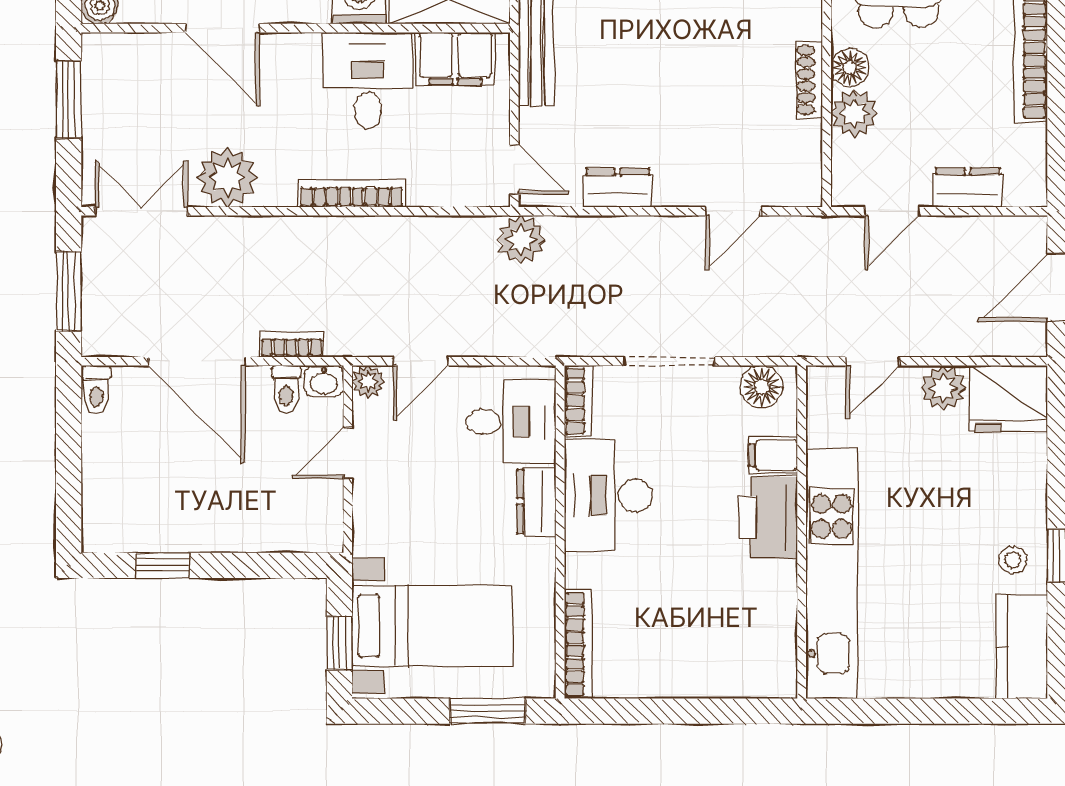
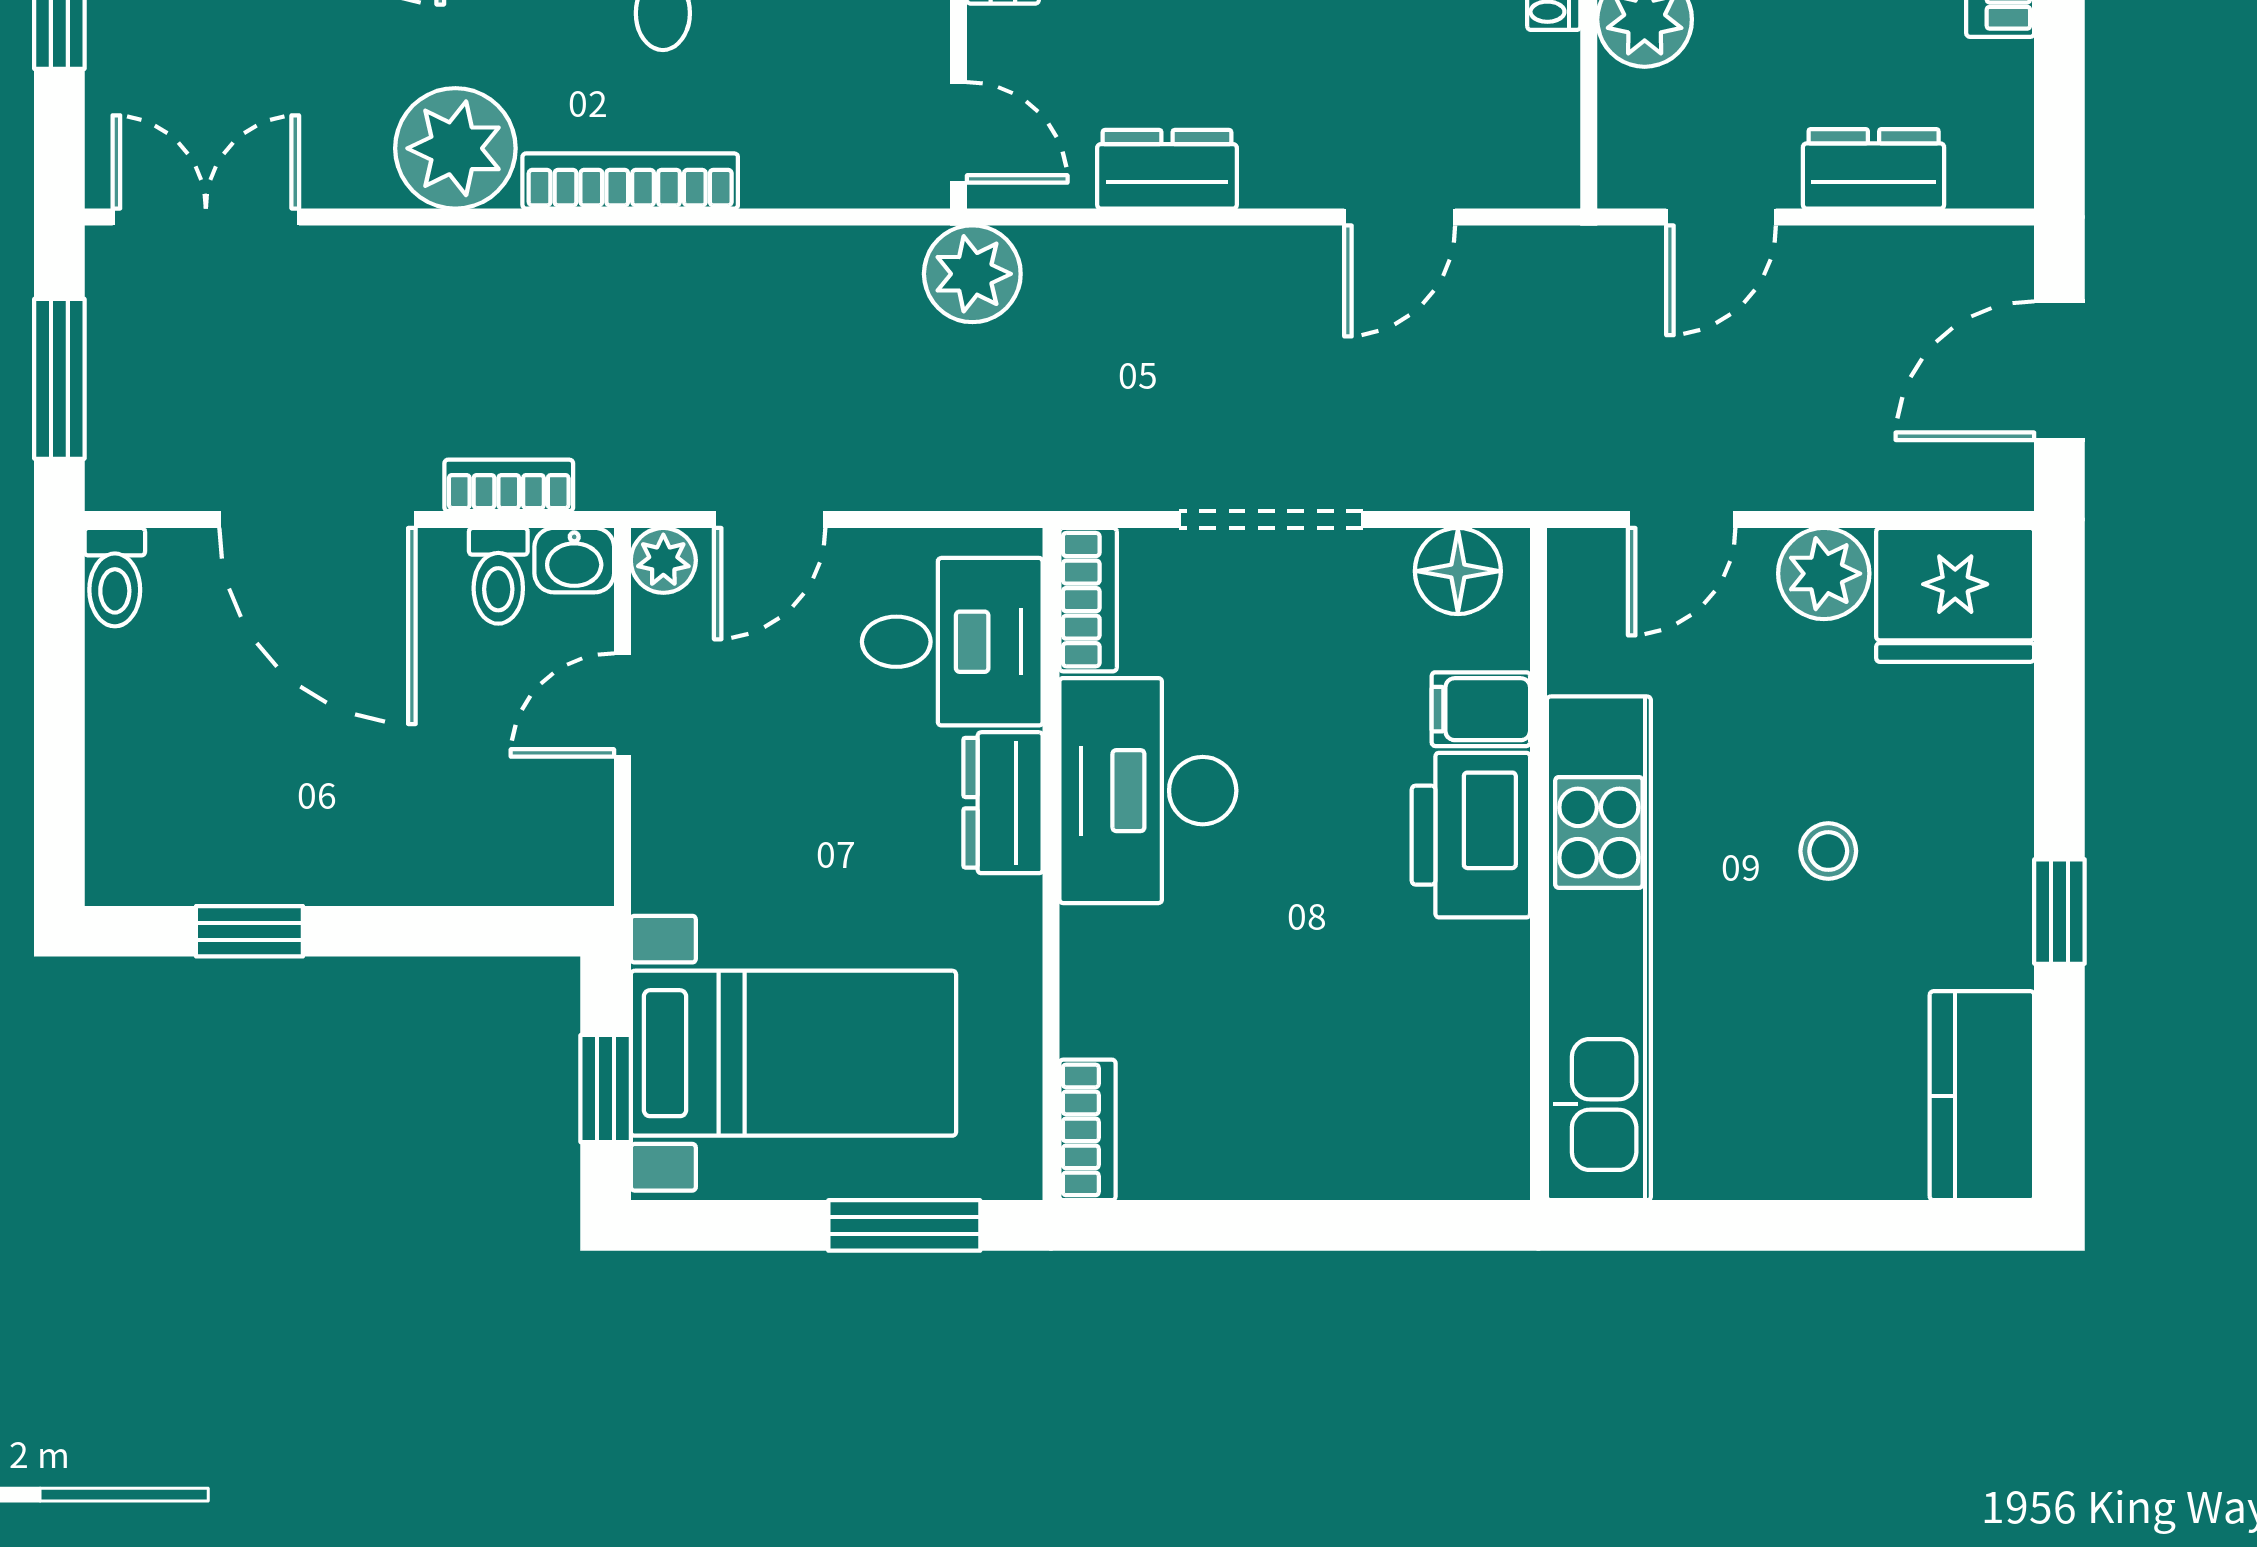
plant: (227, 177) -> (455, 148), moved
stool: (1013, 560) -> (1828, 851), moved
bookcase: (578, 644) -> (1088, 1130), width x0.64

